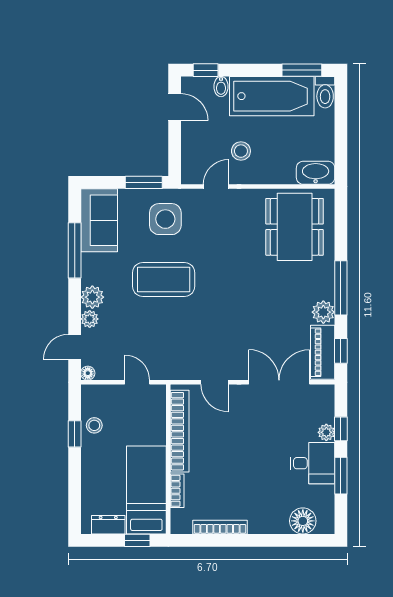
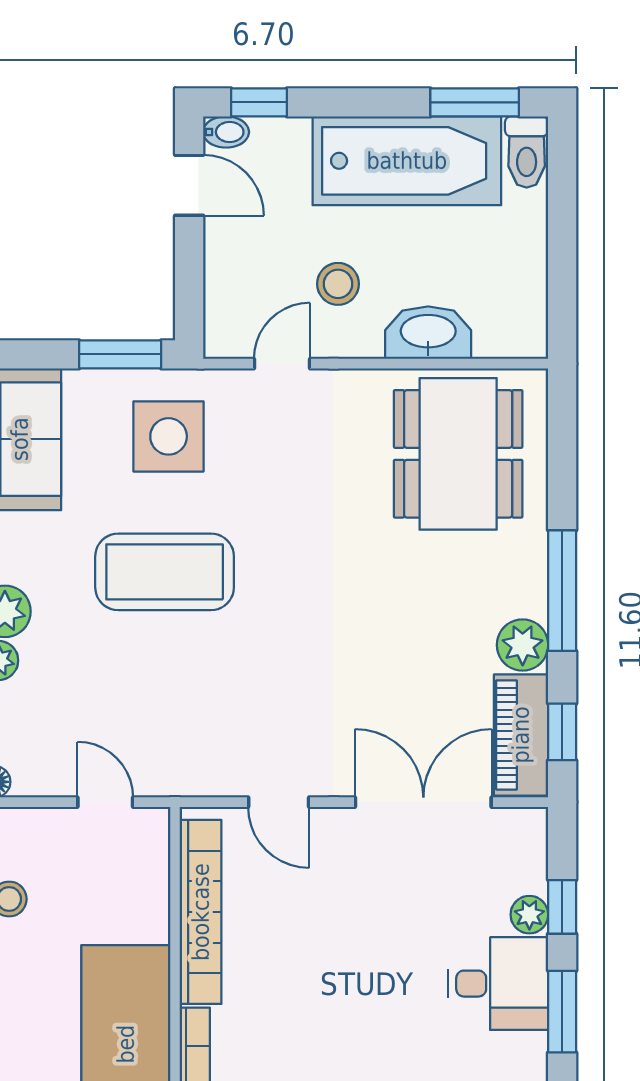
bidet: (221, 87) -> (226, 132), moved, turned -90
washbasin: (316, 173) -> (428, 333), moved

